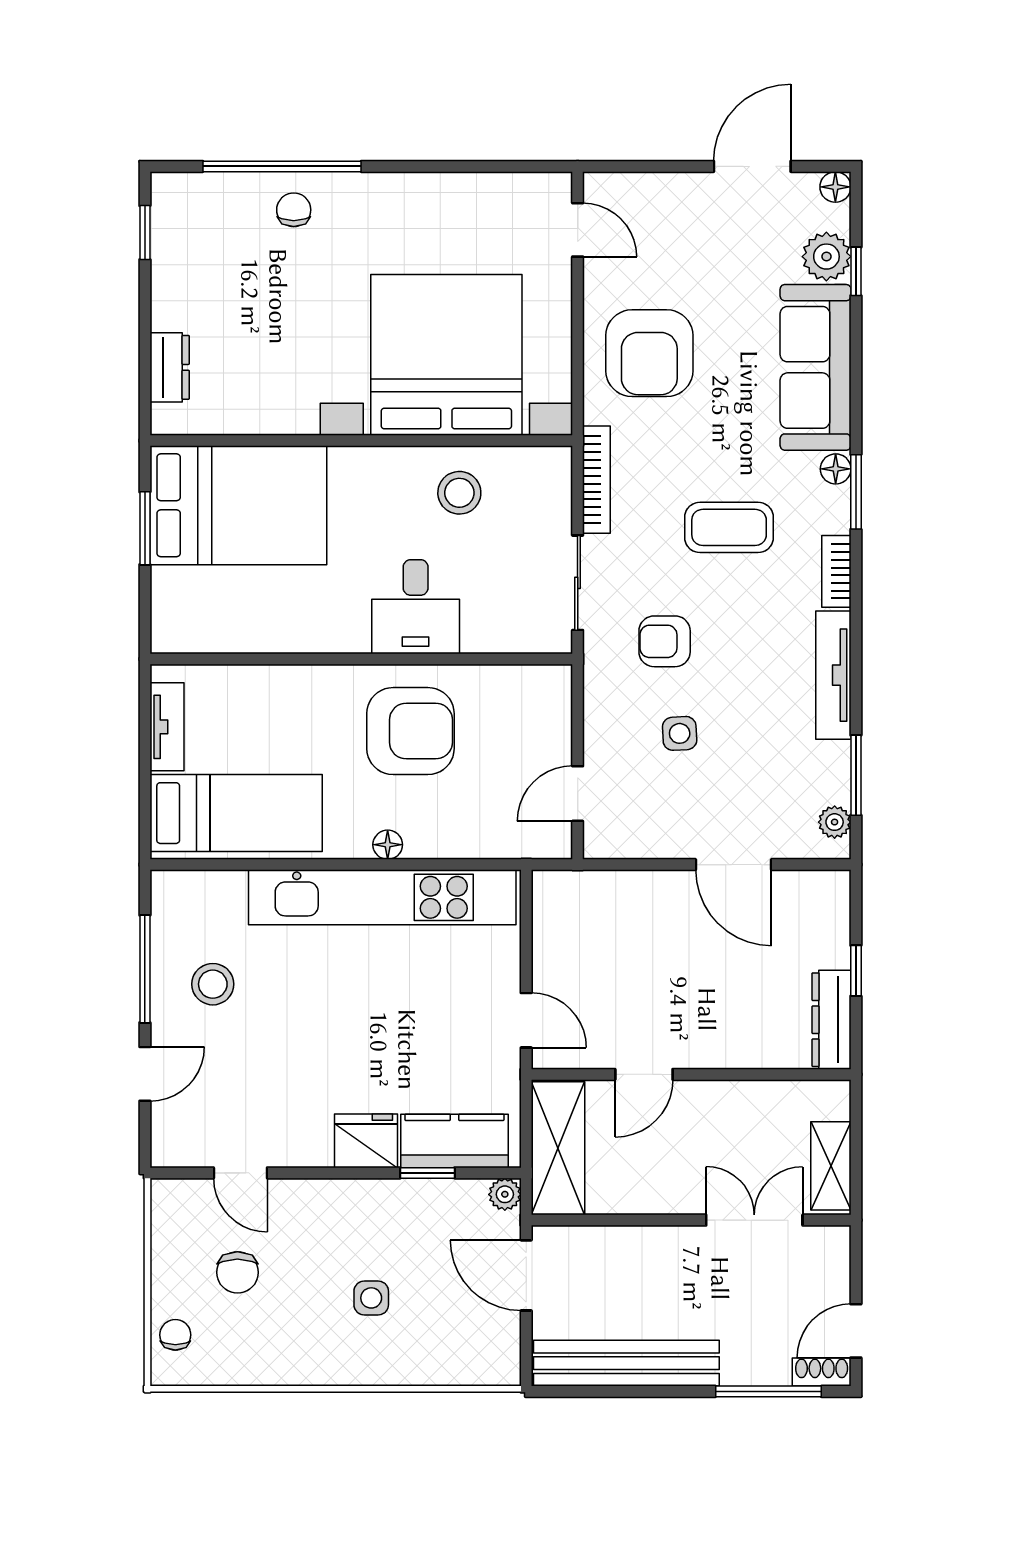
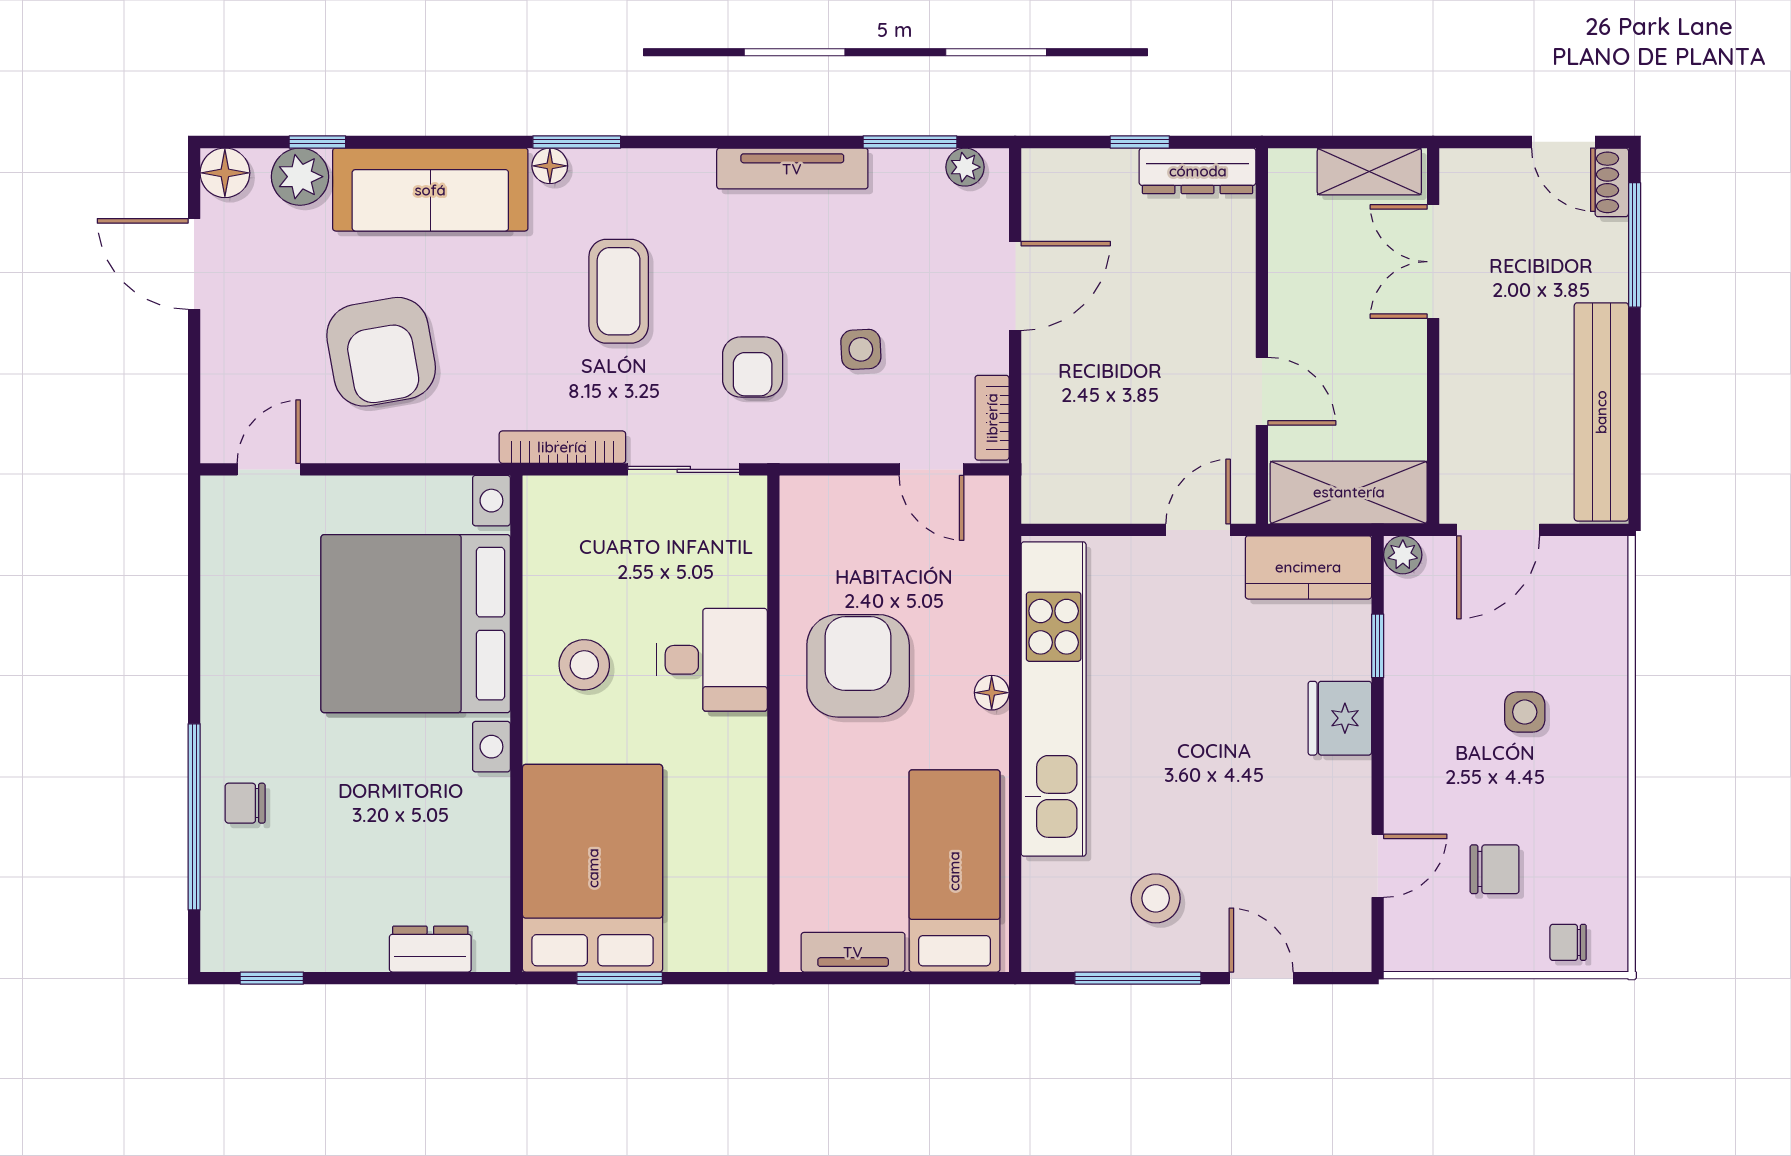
floor lamp: (835, 187) -> (225, 173), width x1.37, depth x1.37
armchair: (649, 353) -> (381, 352), moved, turned 80
stool: (459, 493) -> (584, 665), moved
bookcase: (836, 571) -> (992, 418), moved, turned 90
kitchen counter: (454, 1141) -> (1308, 567), moved, turned -90

